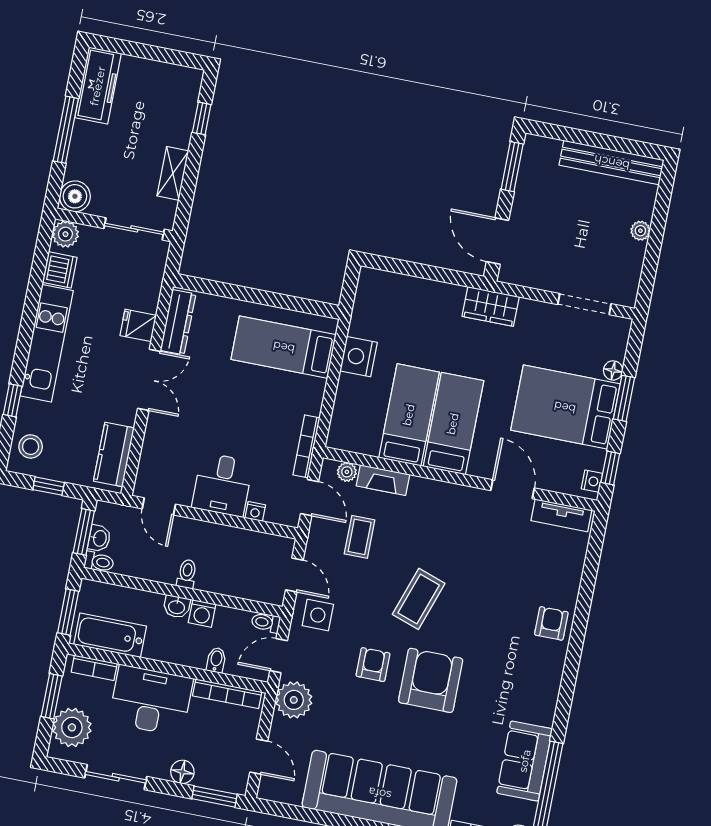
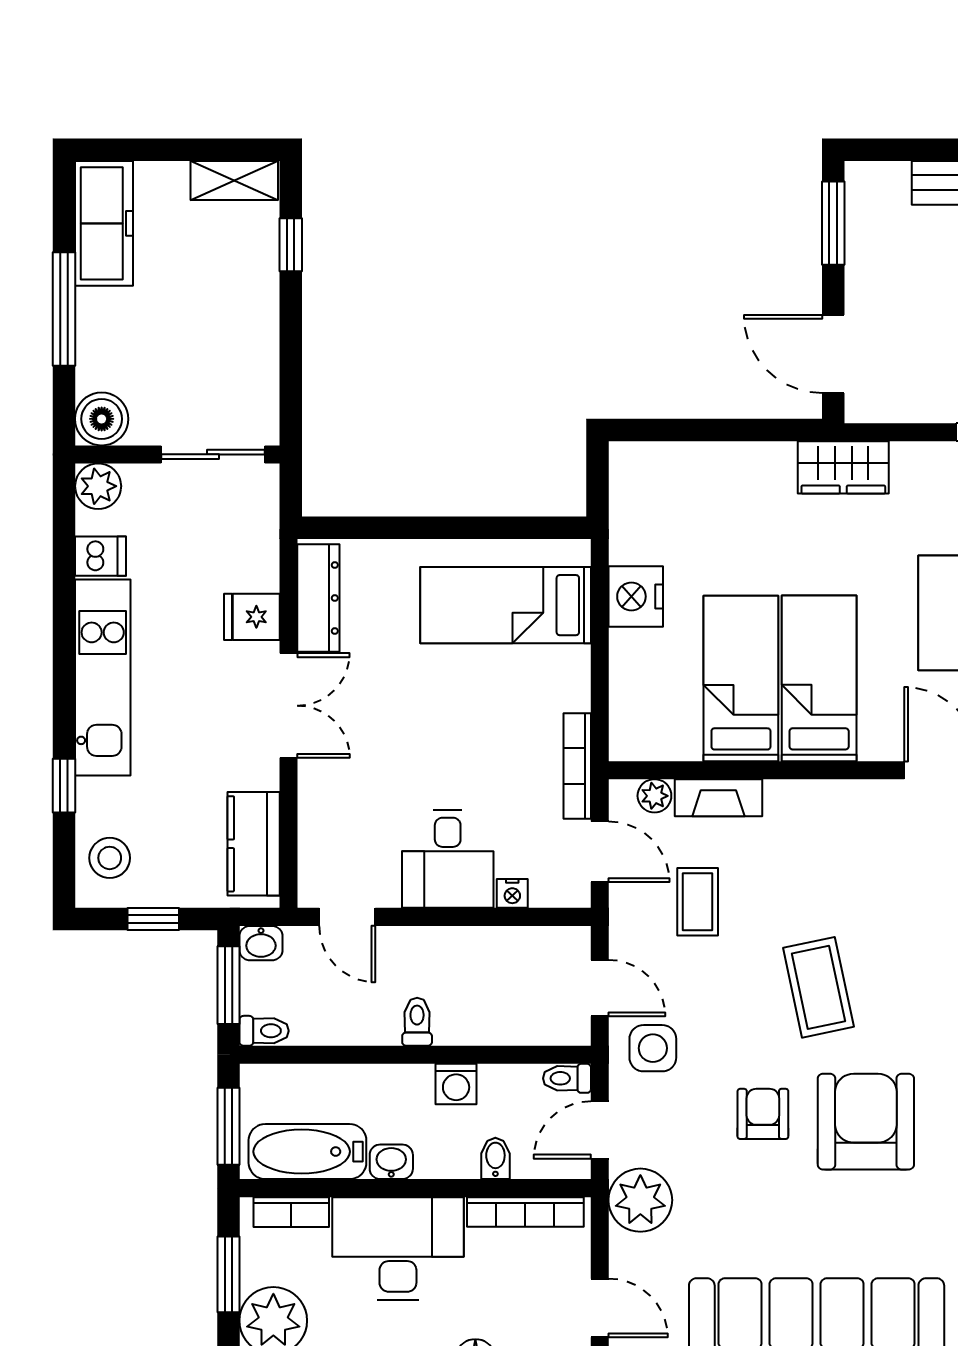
shelving: (173, 173) -> (234, 181), moved, turned 90
dishwasher: (60, 270) -> (100, 556), width x0.73
washbasin: (99, 538) -> (261, 943), moved, turned 90
coffee table: (419, 599) -> (818, 987), turned -31
washbasin: (177, 607) -> (391, 1162), moved, turned 180

